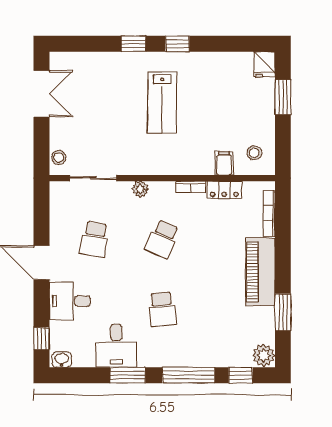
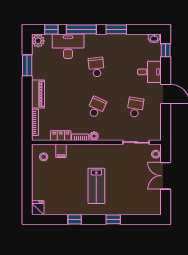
window: (177, 44) -> (75, 219), moved
double door: (42, 94) -> (166, 176), moved
window: (283, 97) -> (27, 189), removed
lab bench: (162, 102) -> (96, 186), turned 180
plant: (140, 189) -> (94, 136), moved
piano: (260, 272) -> (38, 94), width x0.73, depth x0.75
desk: (116, 346) -> (68, 46), moved, width x1.37

